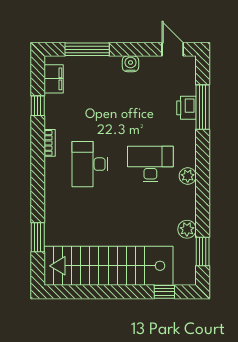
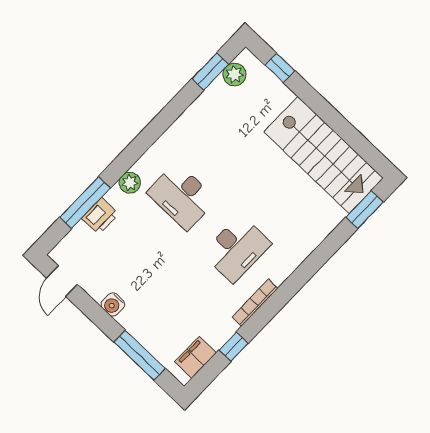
bookcase: (50, 143) -> (255, 303), width x1.56
plant: (188, 176) -> (130, 183), moved
plant: (187, 229) -> (234, 75), moved
window: (38, 237) -> (365, 210), moved
stairs: (109, 266) -> (324, 155), width x0.73

